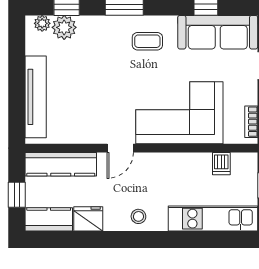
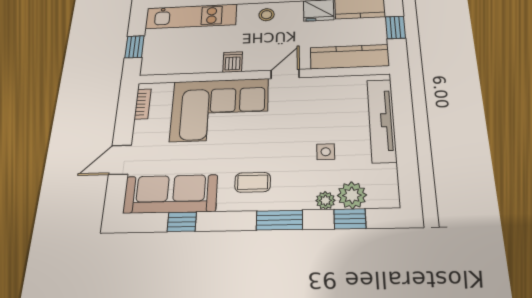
plant: (42, 23) -> (325, 200), moved
side table: (85, 68) -> (326, 152), added
dishwasher: (221, 164) -> (233, 62), moved

